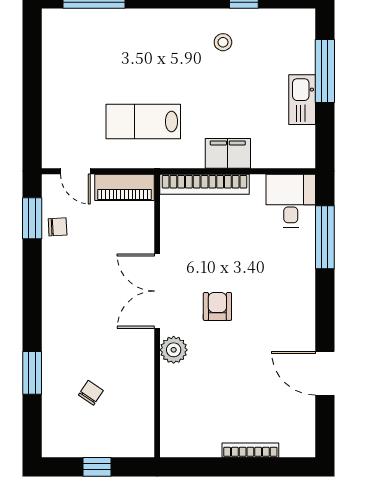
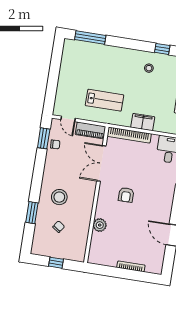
lab bench: (143, 122) -> (104, 100), turned 180
double door: (157, 291) -> (101, 163), moved
armchair: (217, 306) -> (126, 195), turned 180
stool: (83, 332) -> (59, 197), added
plant: (174, 350) -> (100, 225), moved

